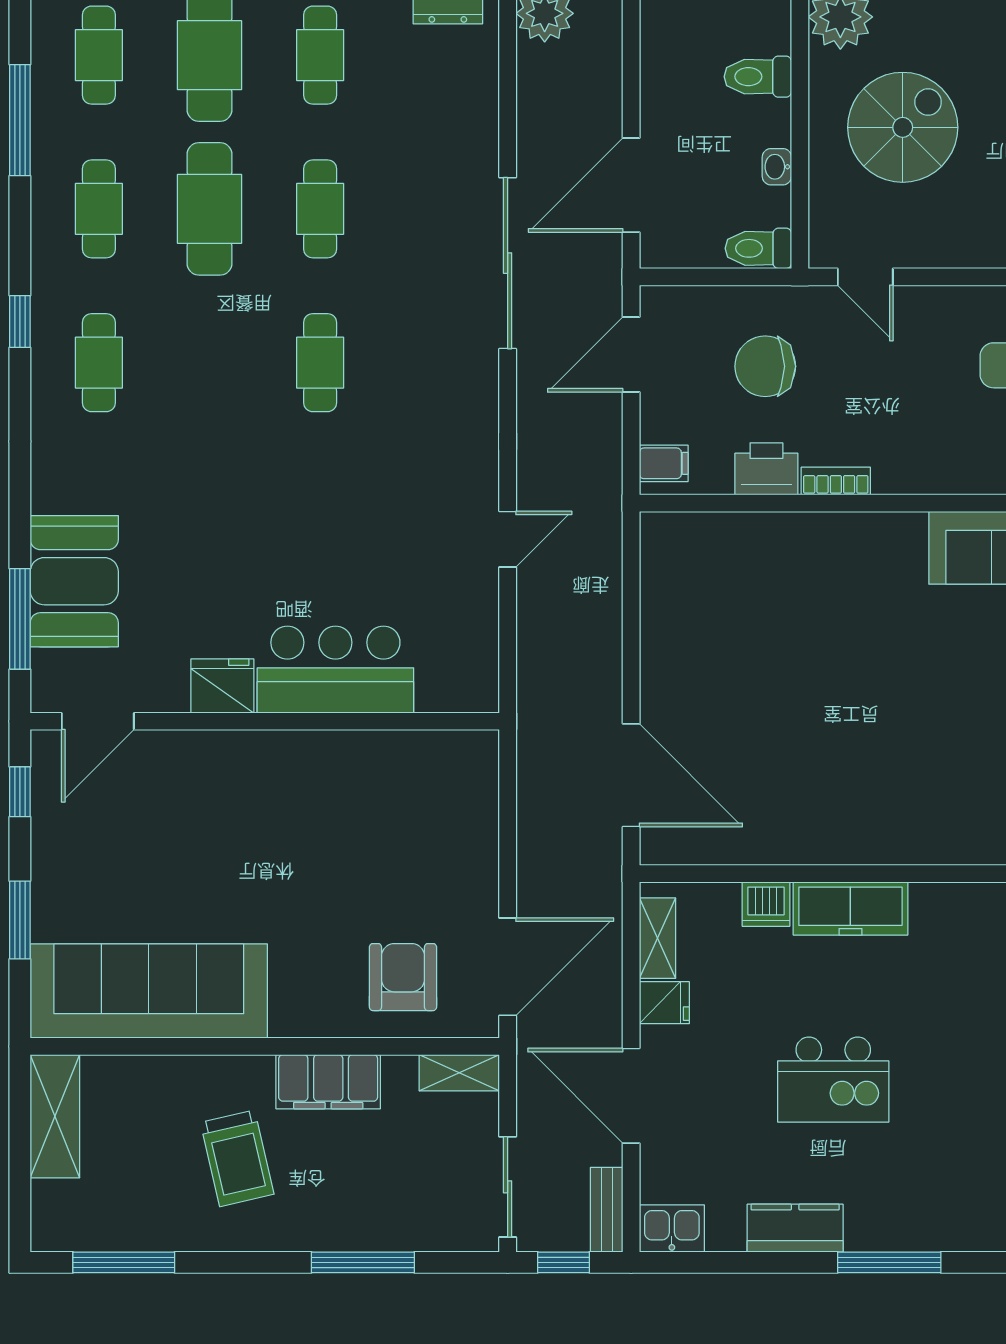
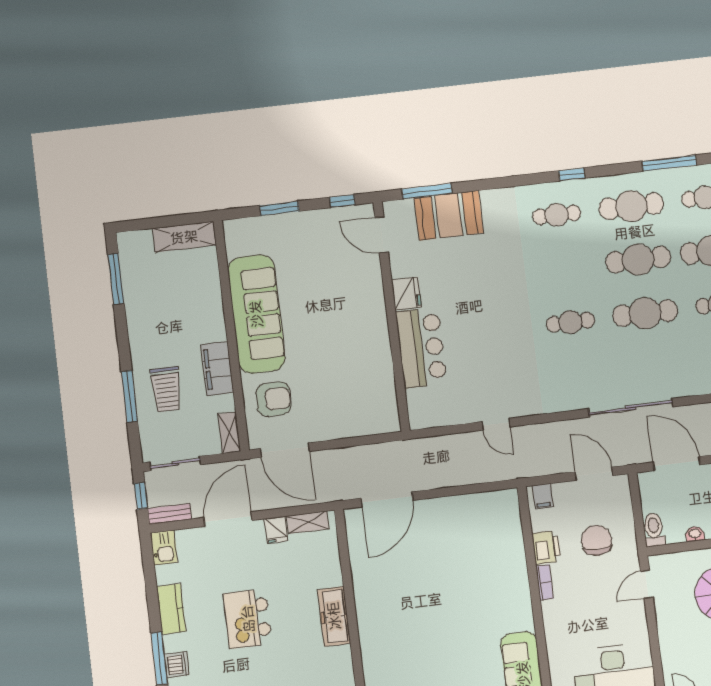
cafe table: (99, 209) -> (631, 206), width x1.37, depth x1.35
cafe table: (320, 209) -> (645, 313), width x1.37, depth x1.35
dishwasher: (766, 904) -> (177, 665), moved, turned 180
sofa: (149, 991) -> (256, 314), moved
trolley: (237, 1158) -> (166, 389), moved, turned -77

